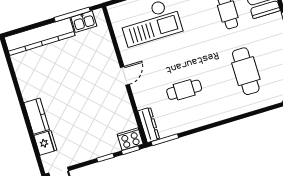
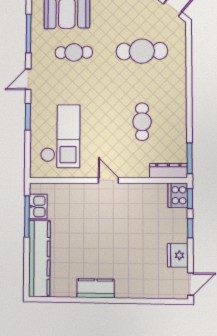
kitchen counter: (37, 116) -> (96, 288), moved
fridge: (45, 143) -> (178, 255), moved, turned -90

